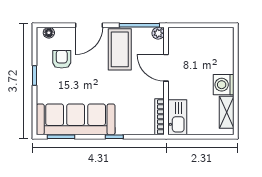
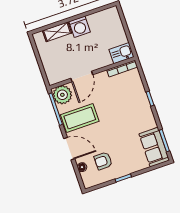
floor lamp: (49, 33) -> (82, 167), moved
plant: (158, 33) -> (62, 95), width x1.87, depth x1.87
shelving: (227, 112) -> (57, 32), moved
kitchen sink: (177, 117) -> (122, 53), width x0.73
sofa: (76, 119) -> (154, 147), width x0.54, depth x0.79

